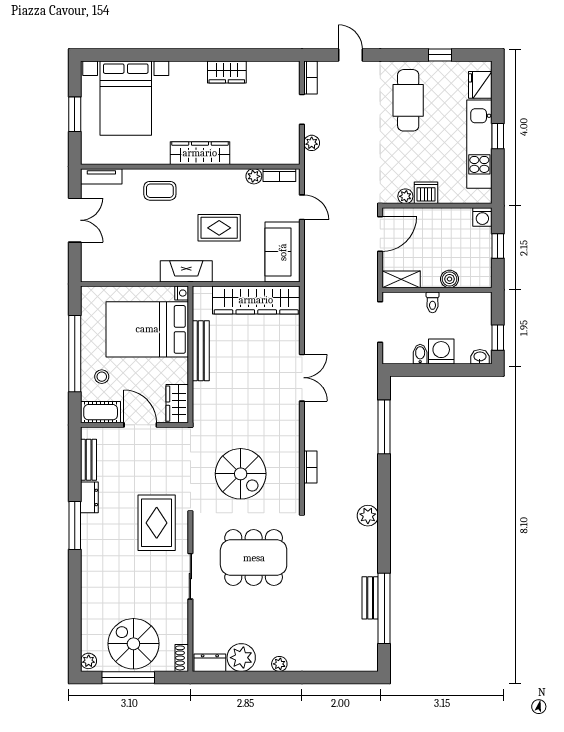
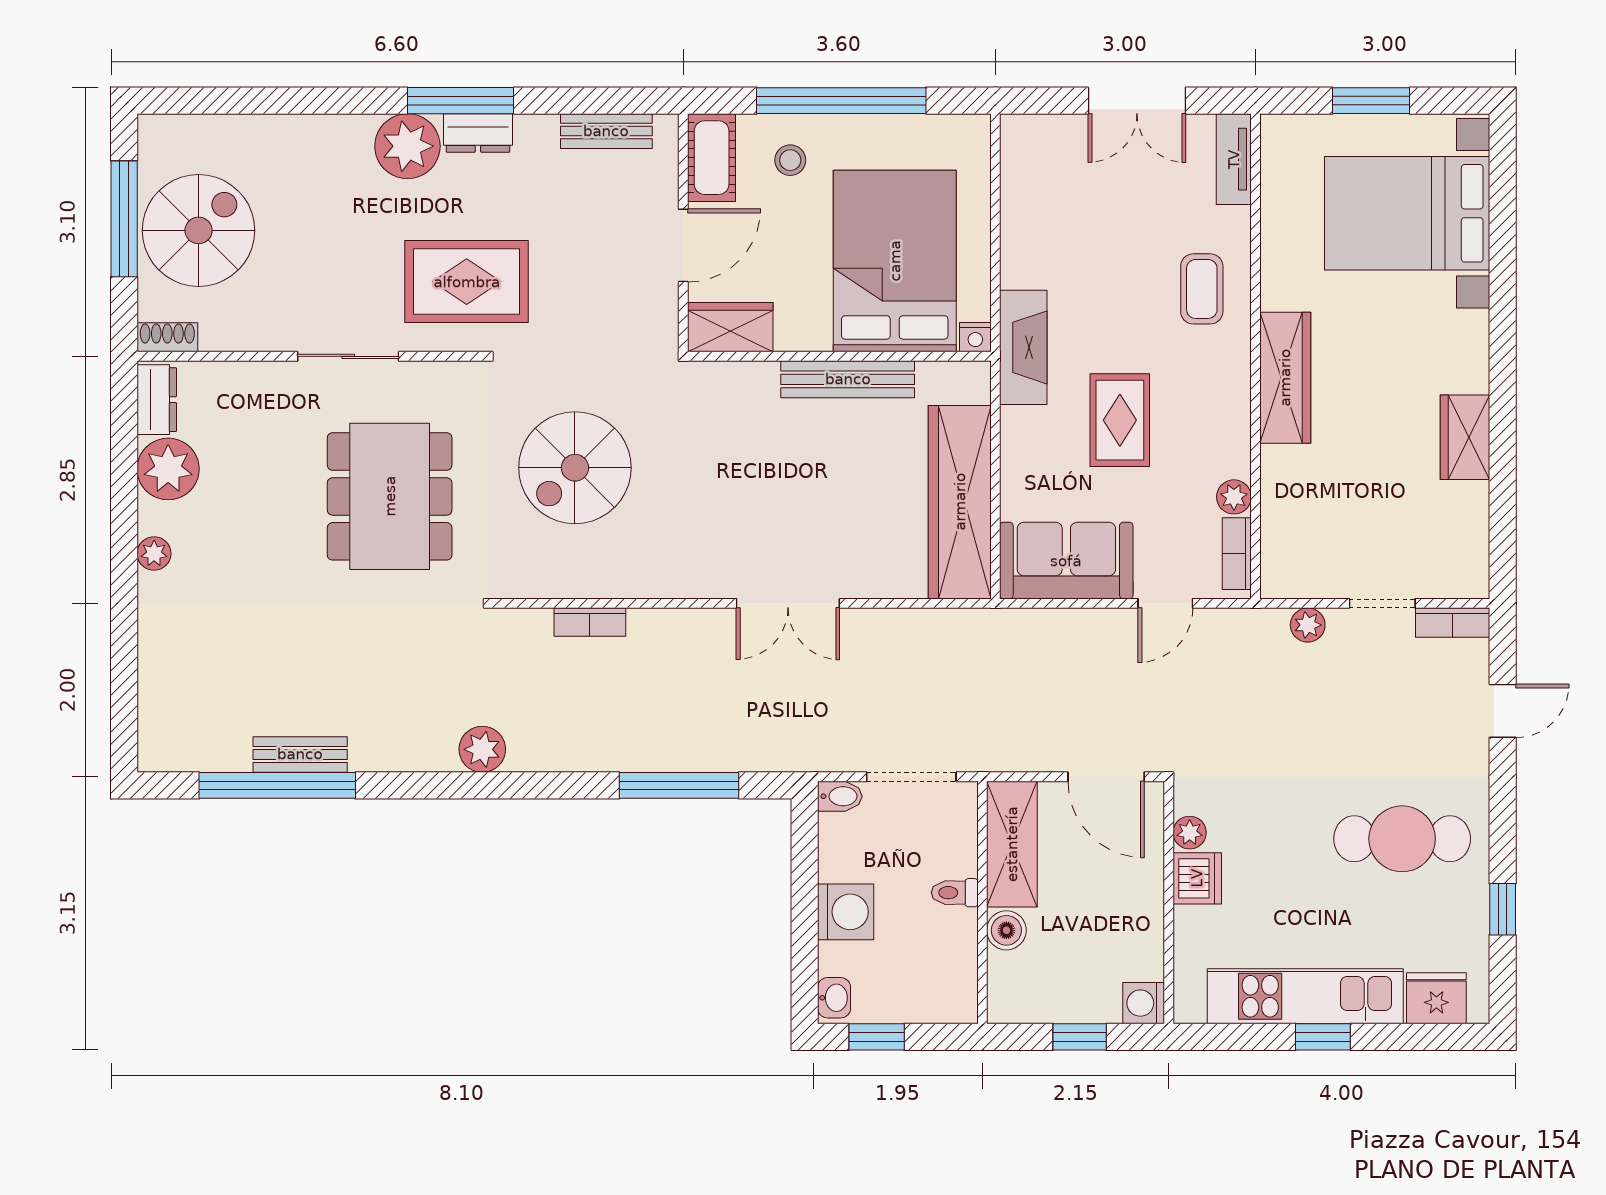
shelving: (401, 279) -> (1012, 844), width x1.50, depth x1.33
bidet: (420, 354) -> (840, 796), moved
dresser: (89, 497) -> (478, 133), moved
plant: (89, 661) -> (407, 146), moved, width x1.87, depth x1.87

